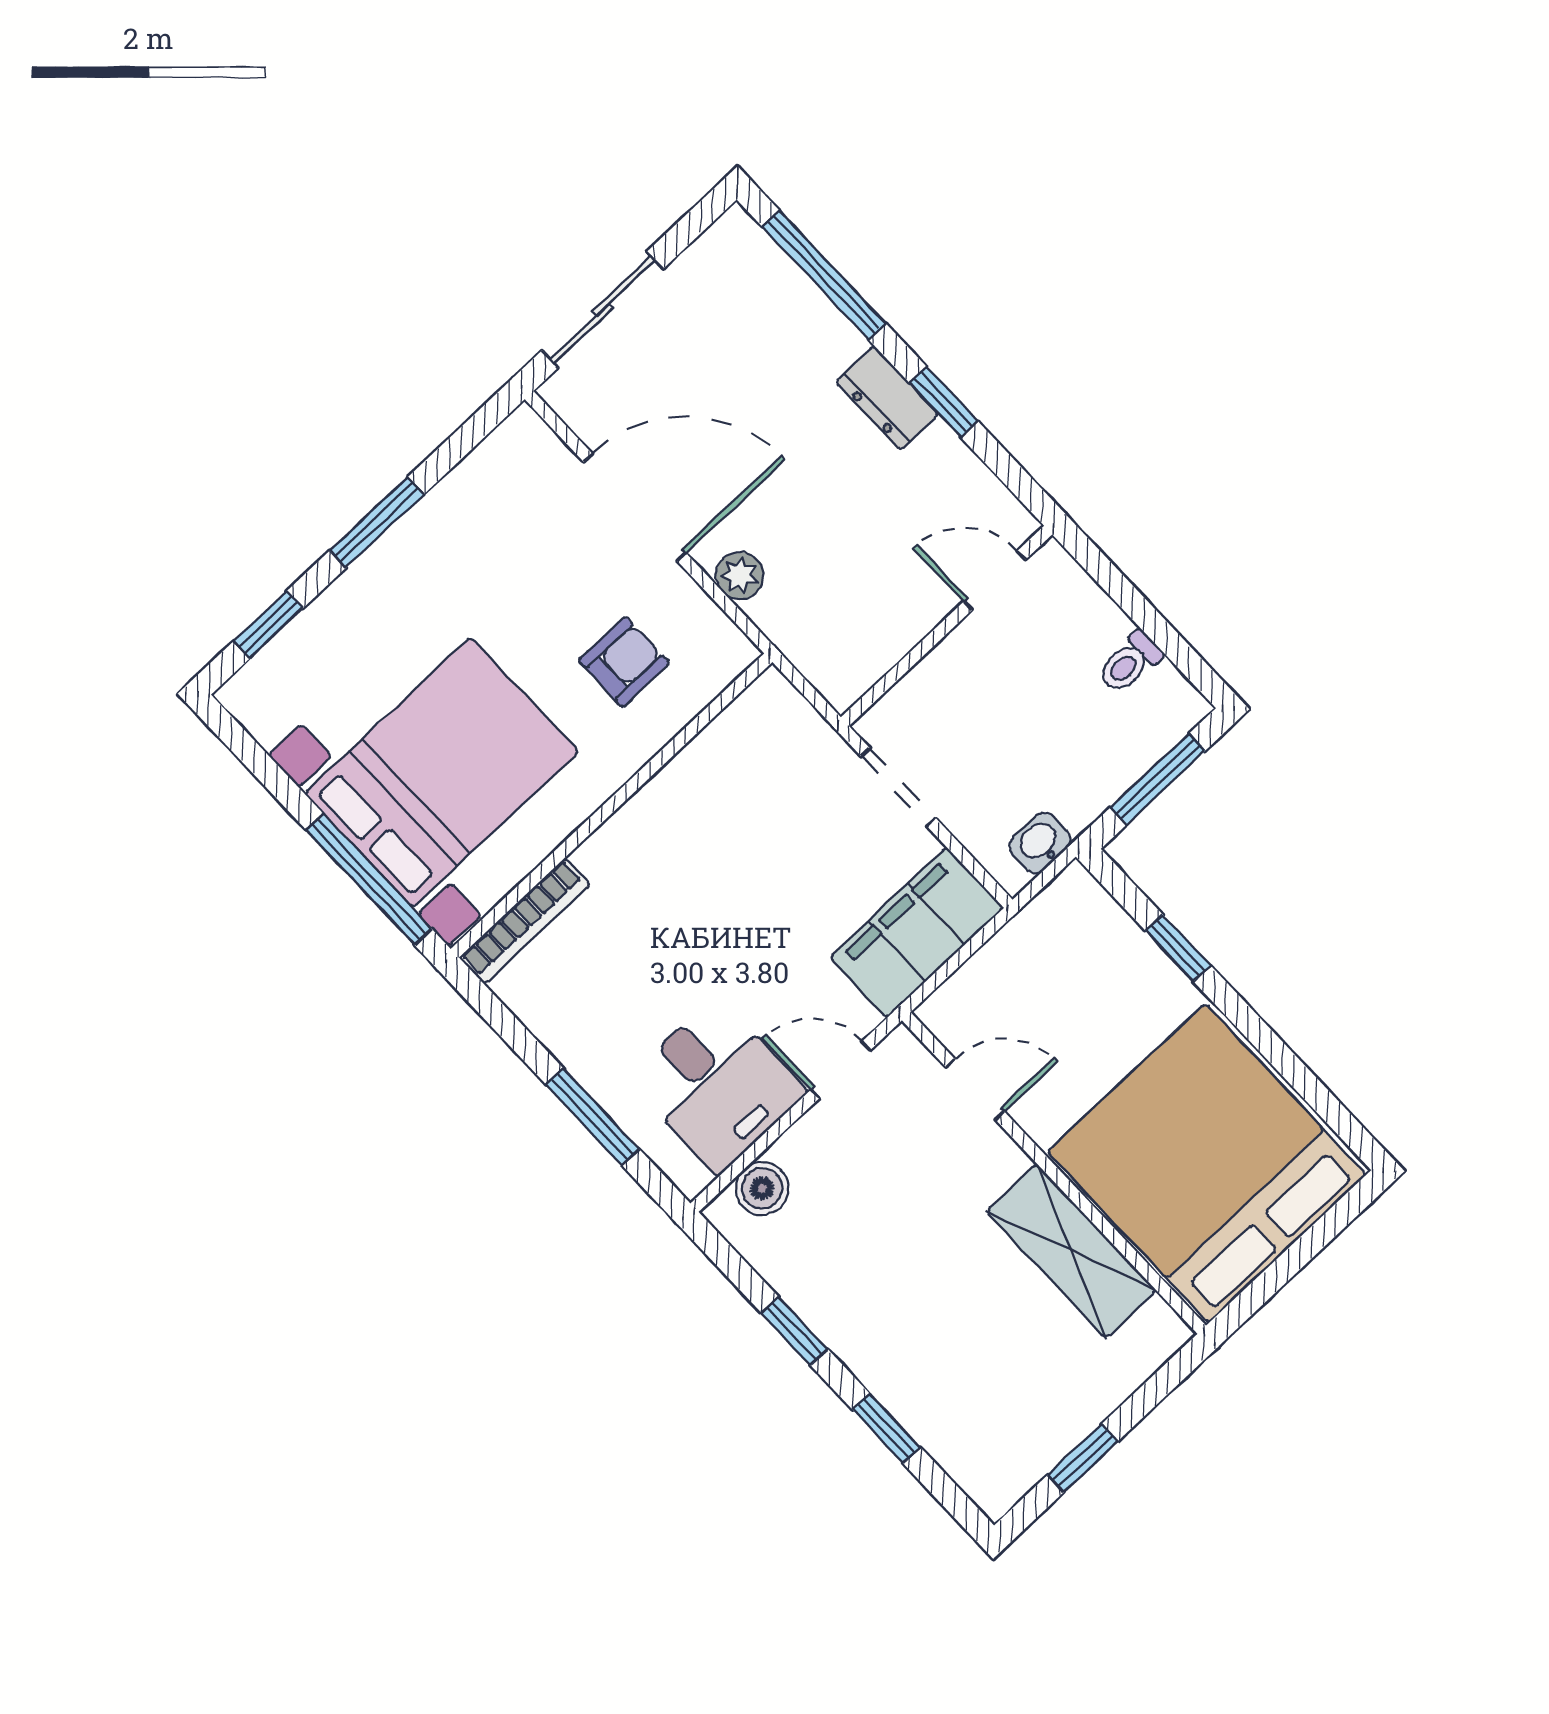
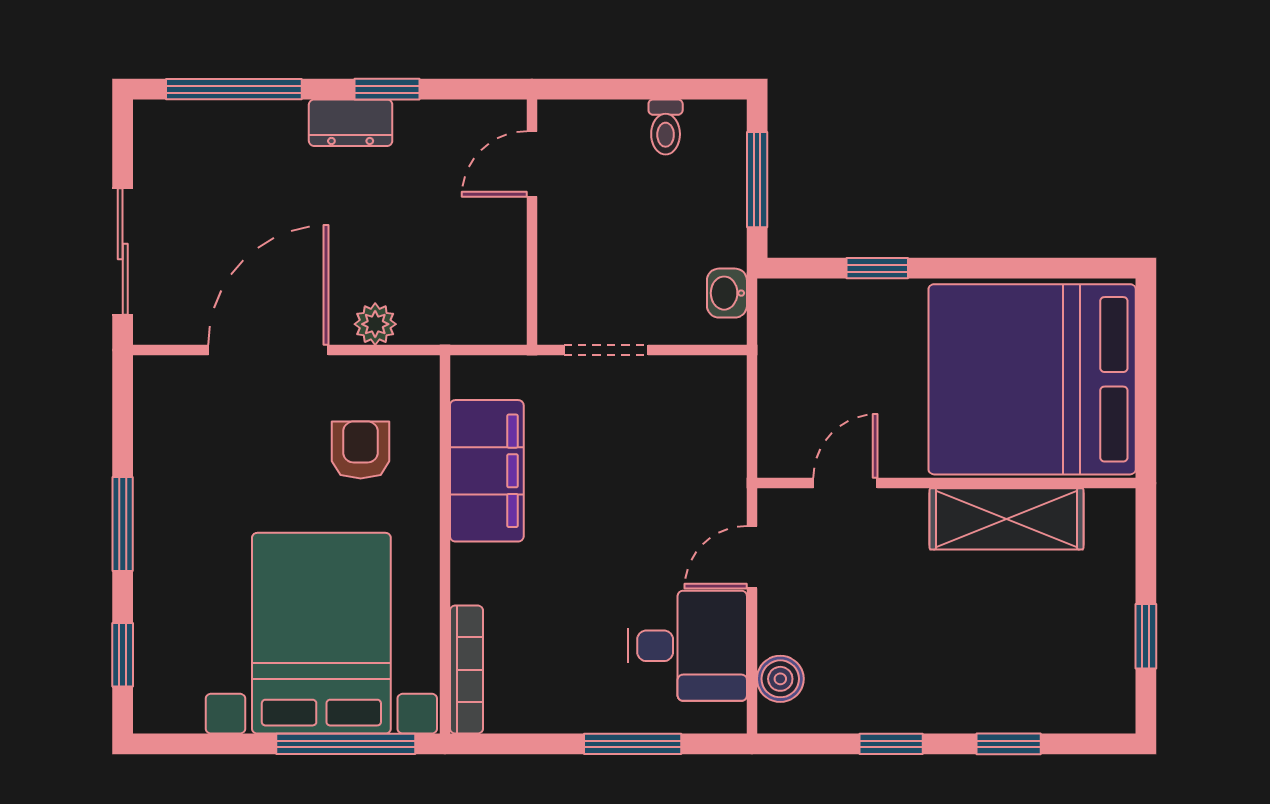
filing cabinet: (917, 933) -> (487, 471), moved, turned 180

